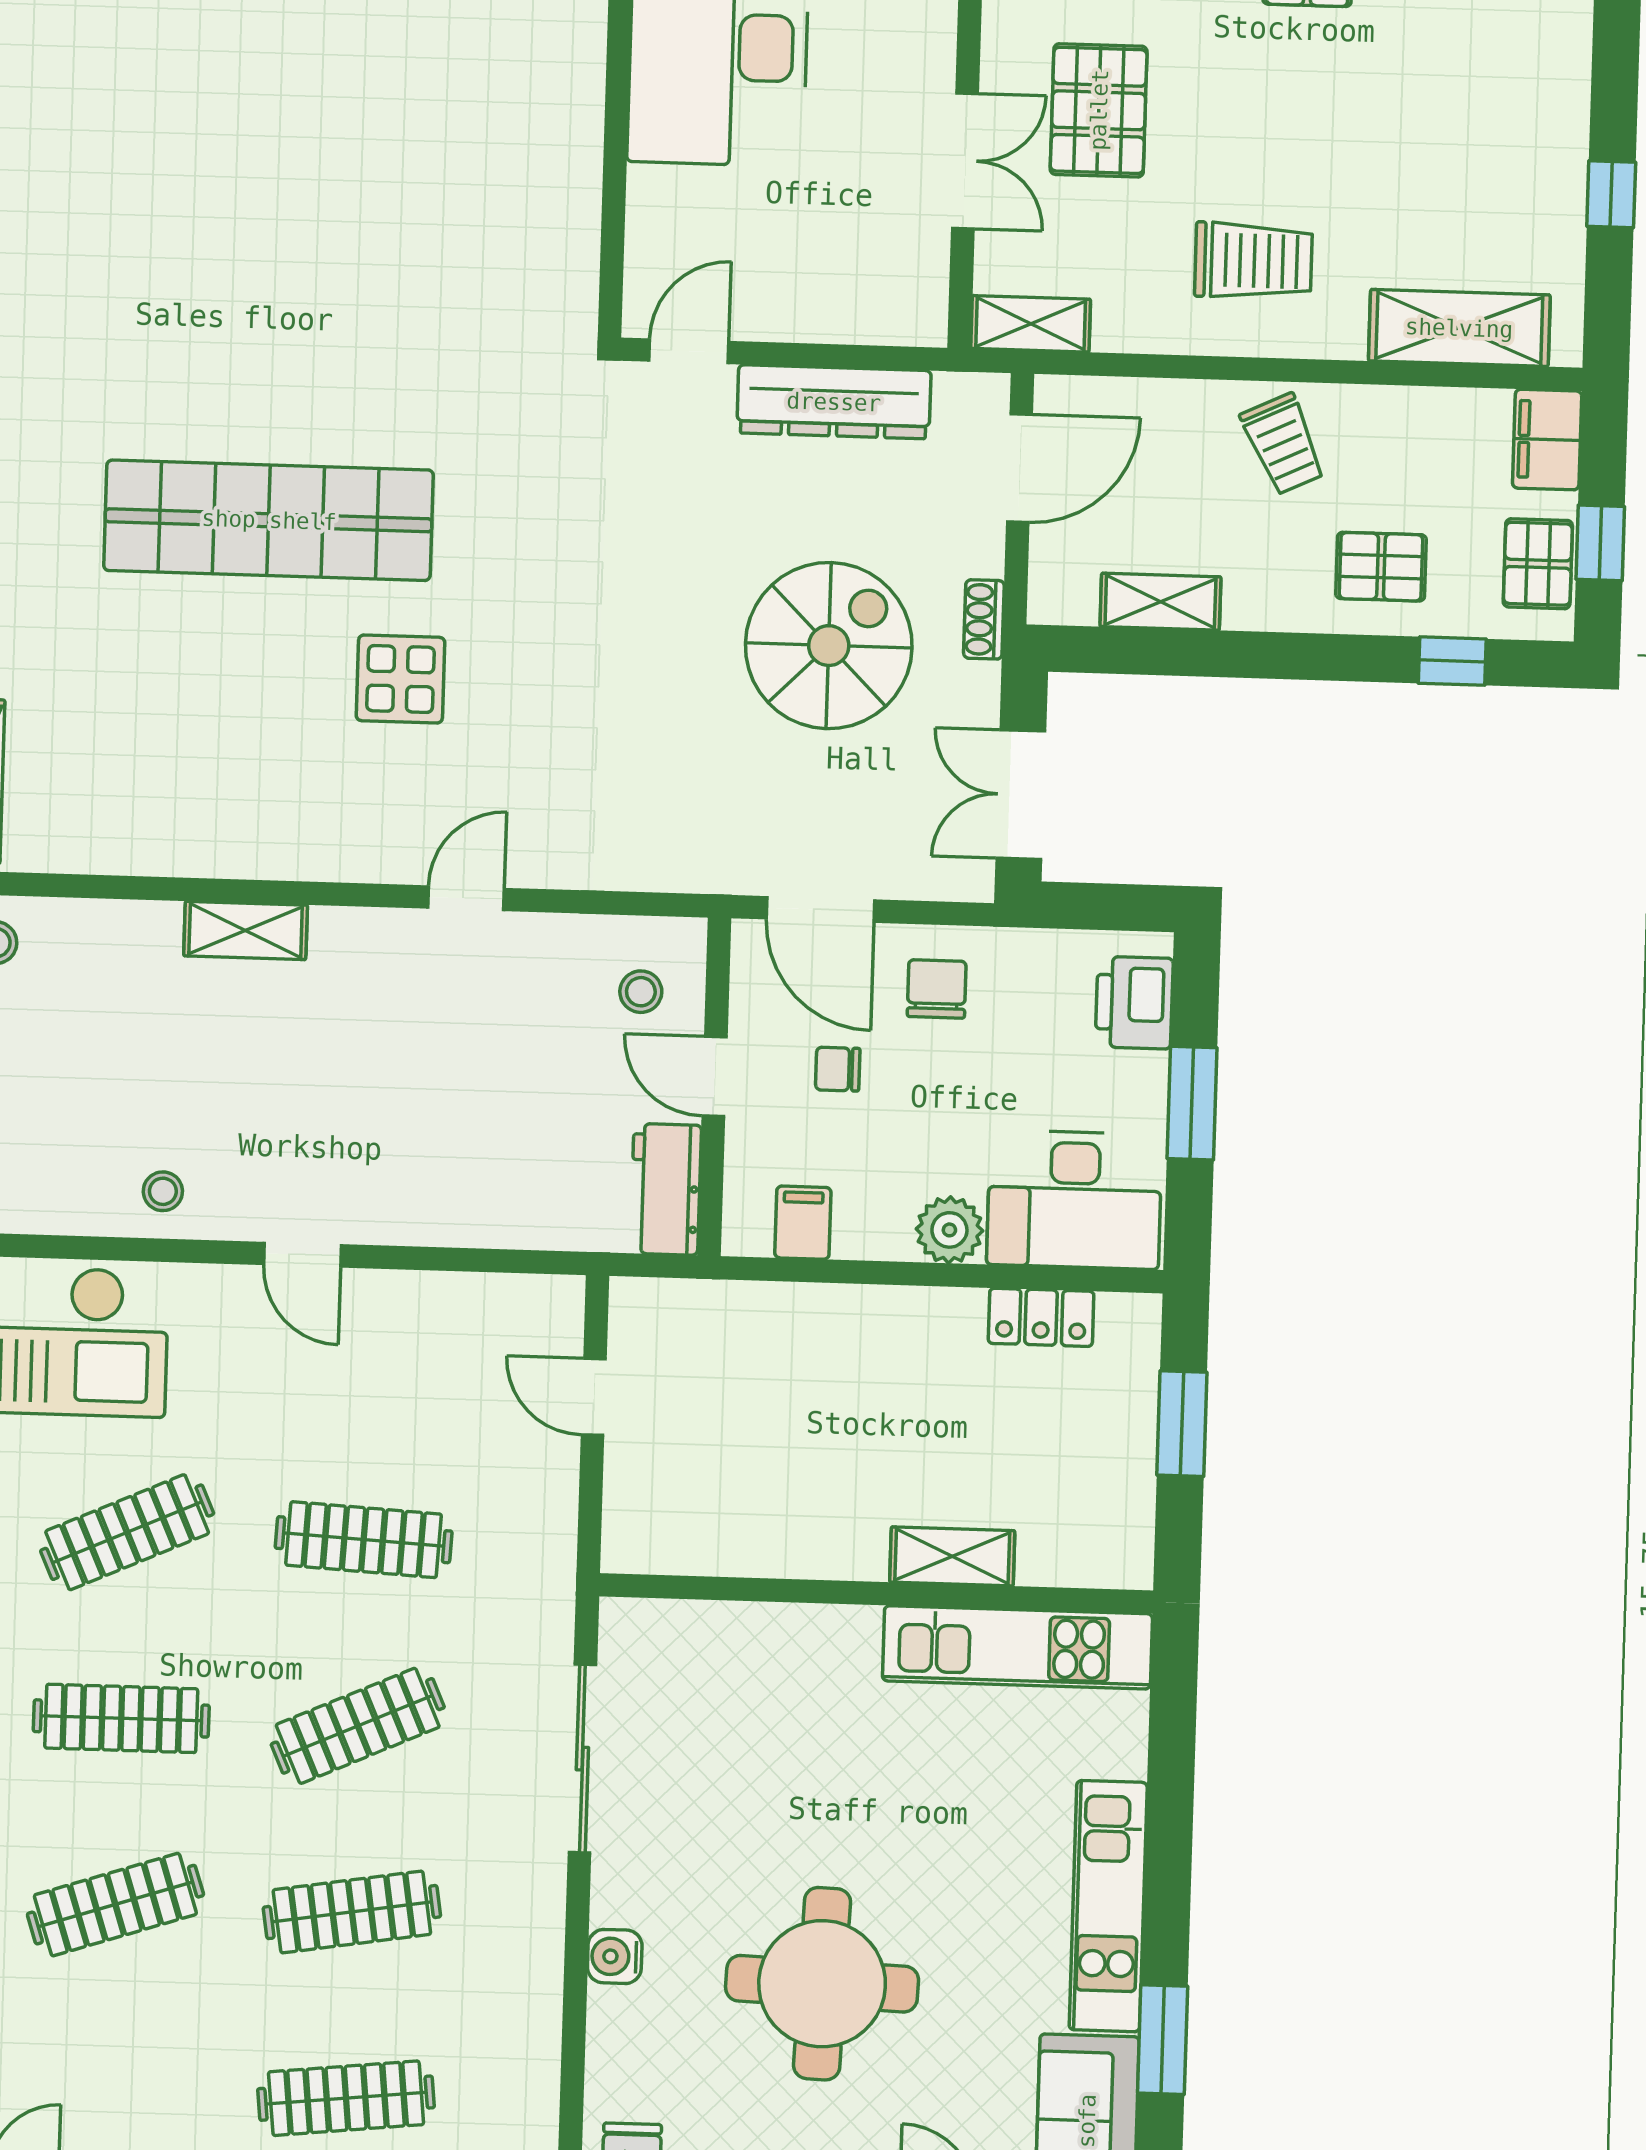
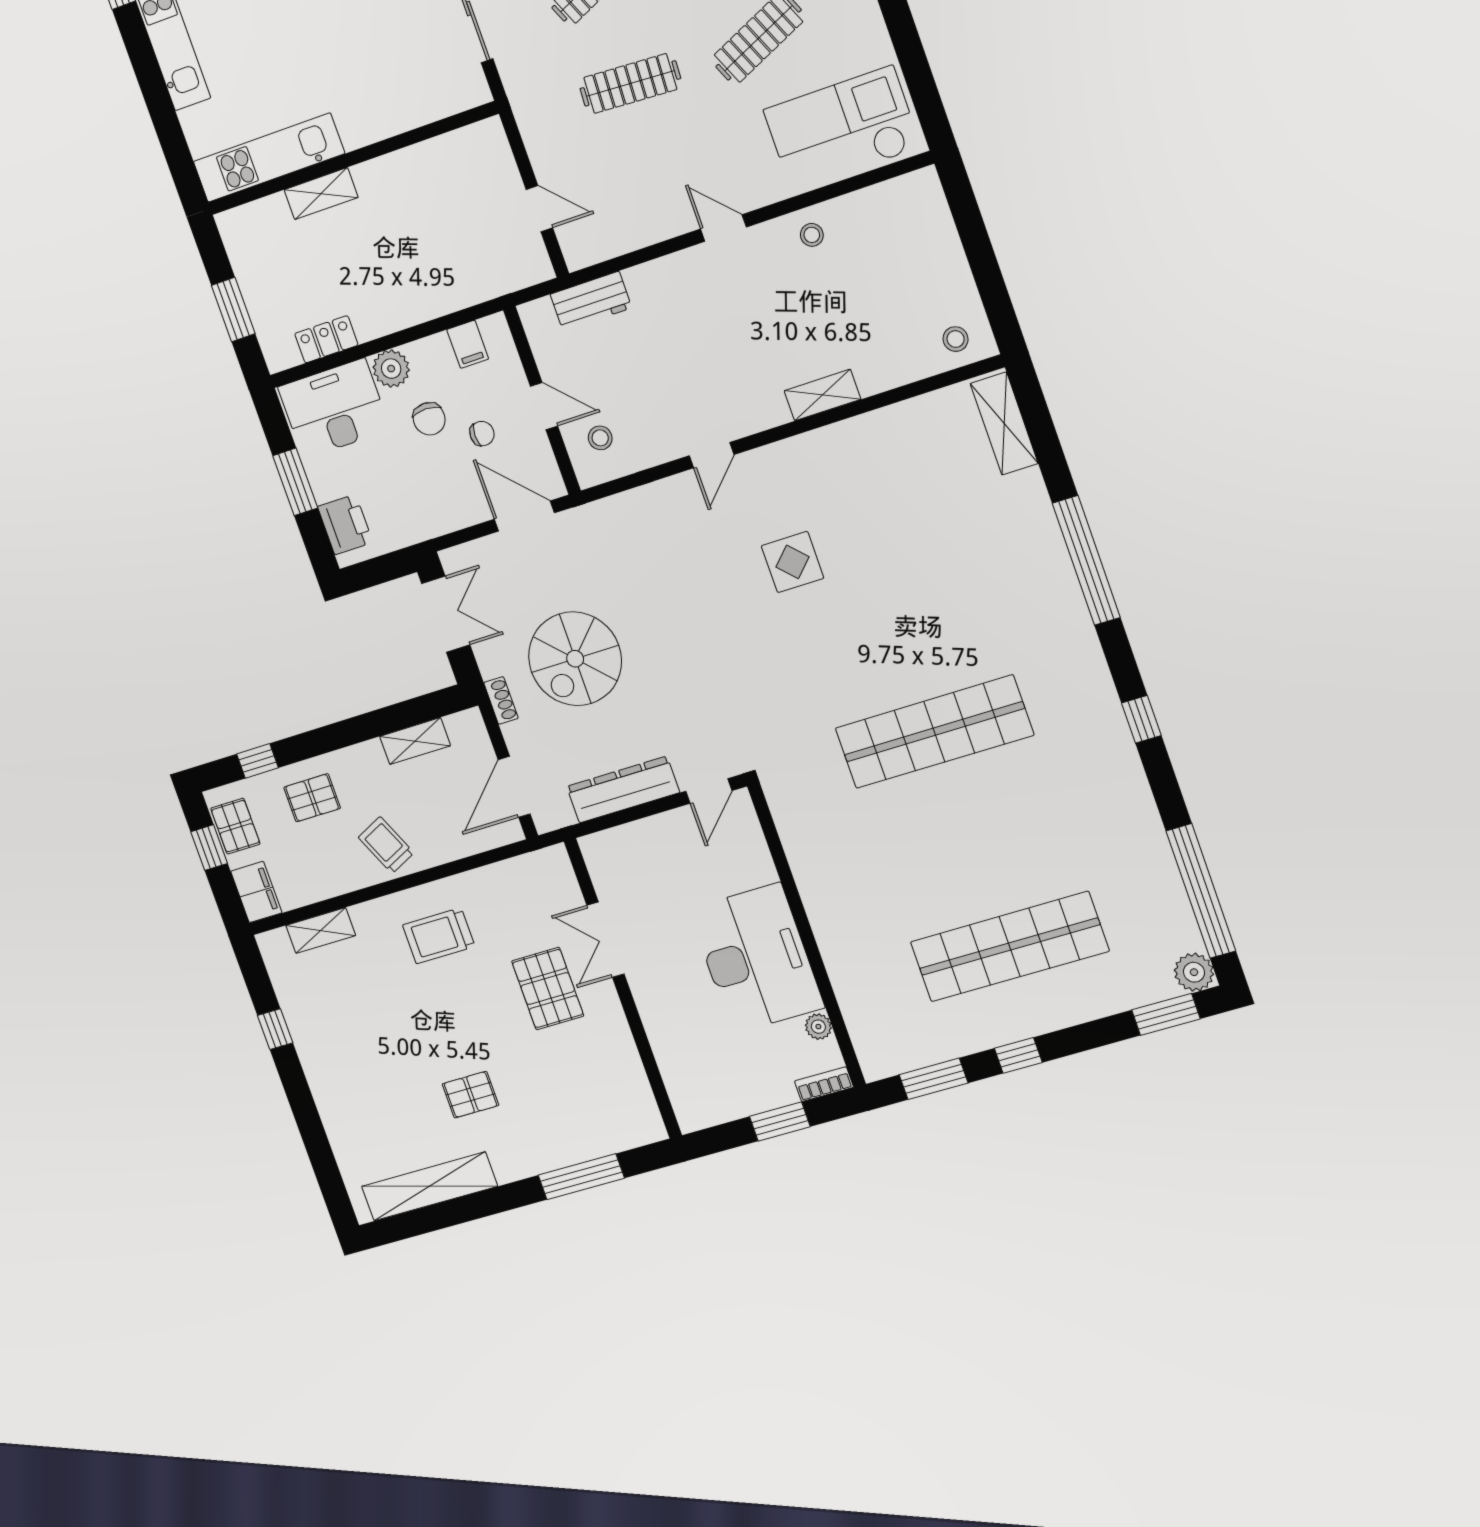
shelving: (1031, 324) -> (538, 865), removed
shelving: (1459, 328) -> (321, 930), width x0.67, depth x0.75
shop shelf: (269, 520) -> (934, 732), moved
chair: (937, 989) -> (429, 419), moved
workbench: (666, 1189) -> (591, 301), moved, turned 90

